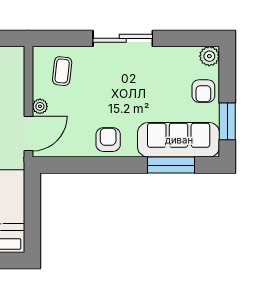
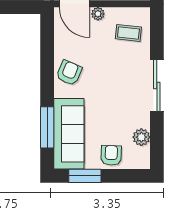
plant: (209, 56) -> (141, 137), moved
armchair: (203, 91) -> (111, 155), turned 92
armchair: (108, 140) -> (69, 73), turned -67

